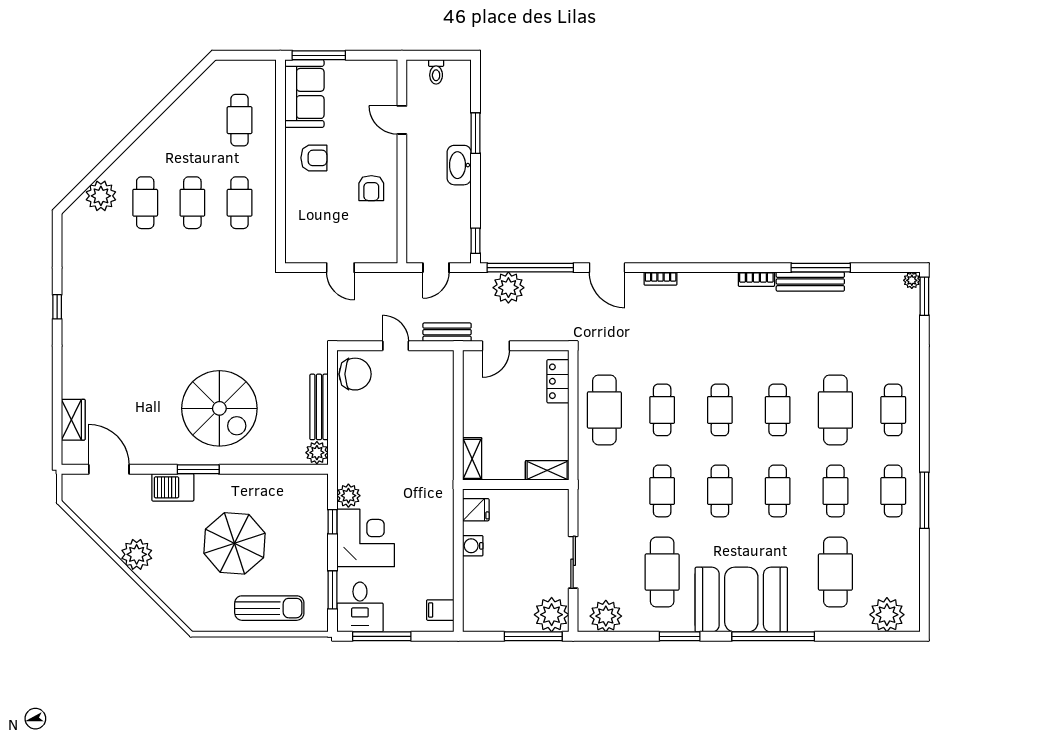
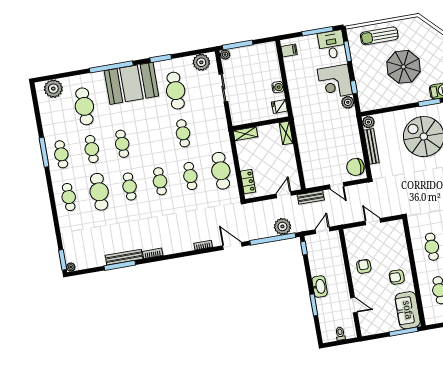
cafe table: (720, 491) -> (153, 139), removed
plant: (552, 615) -> (225, 55), width x0.53, depth x0.53

